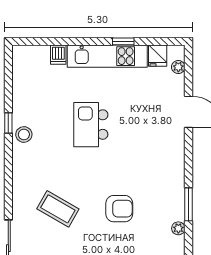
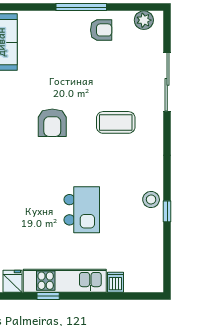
coffee table: (58, 209) -> (116, 122), turned -30
armchair: (119, 209) -> (52, 123), turned -90

